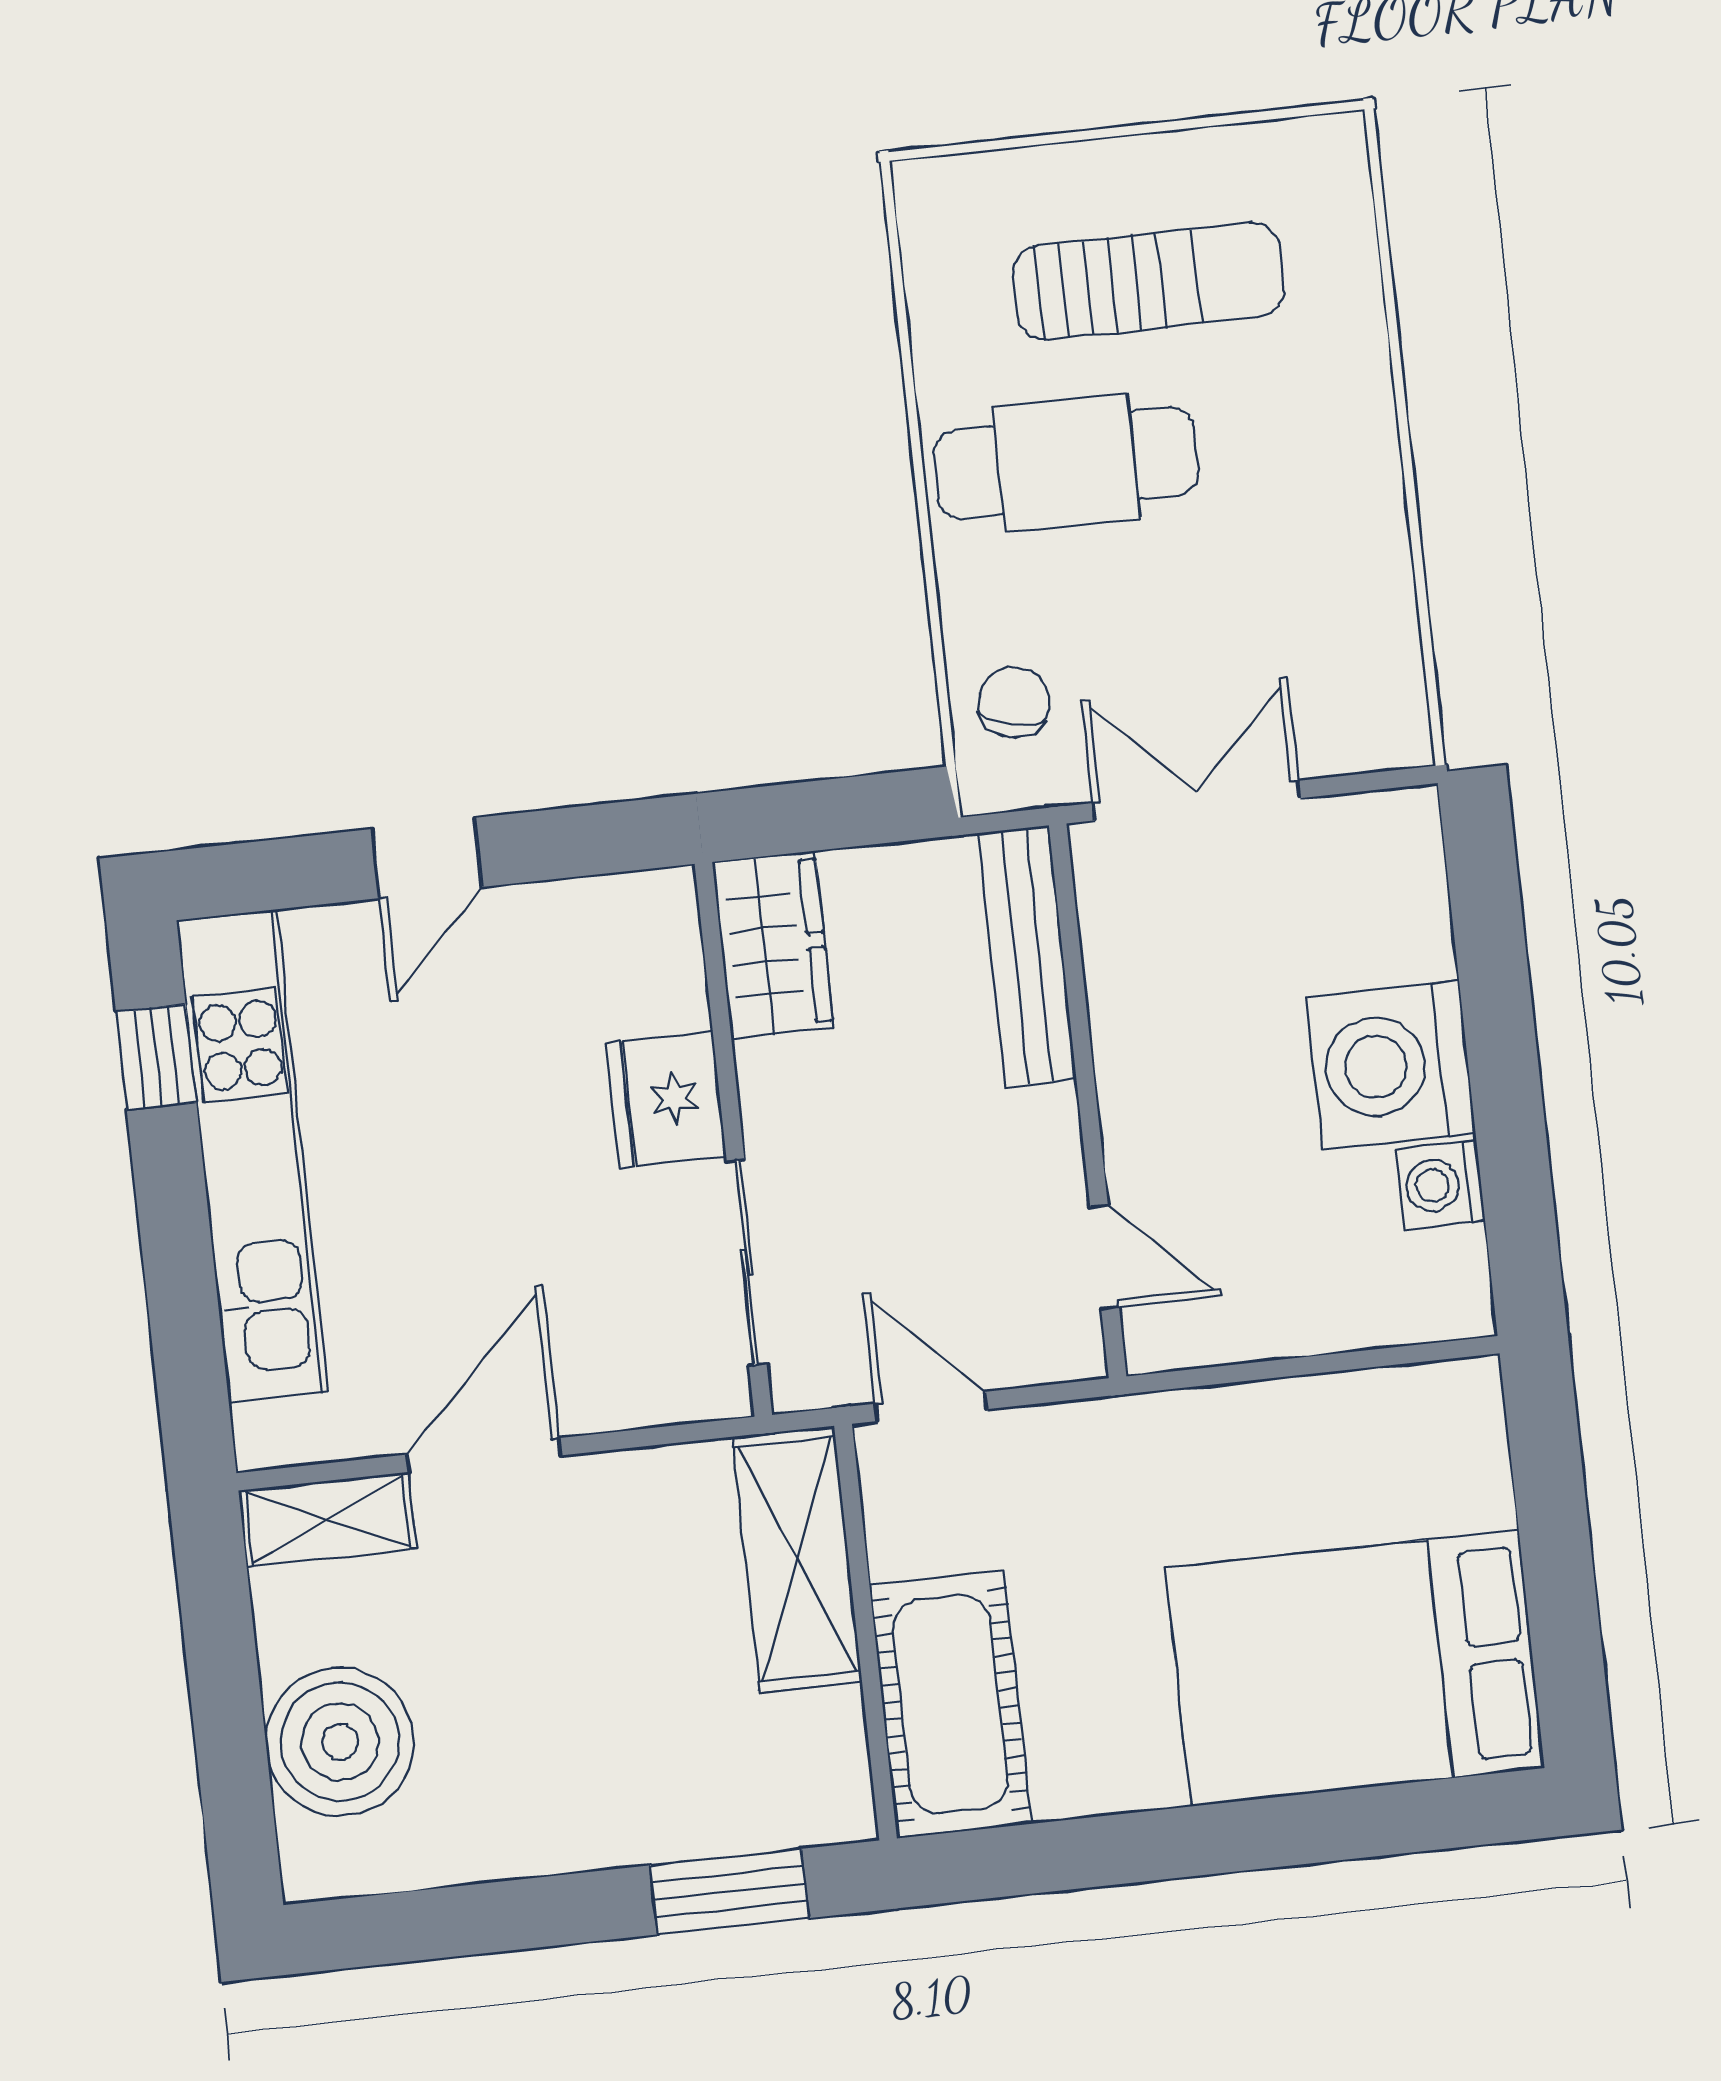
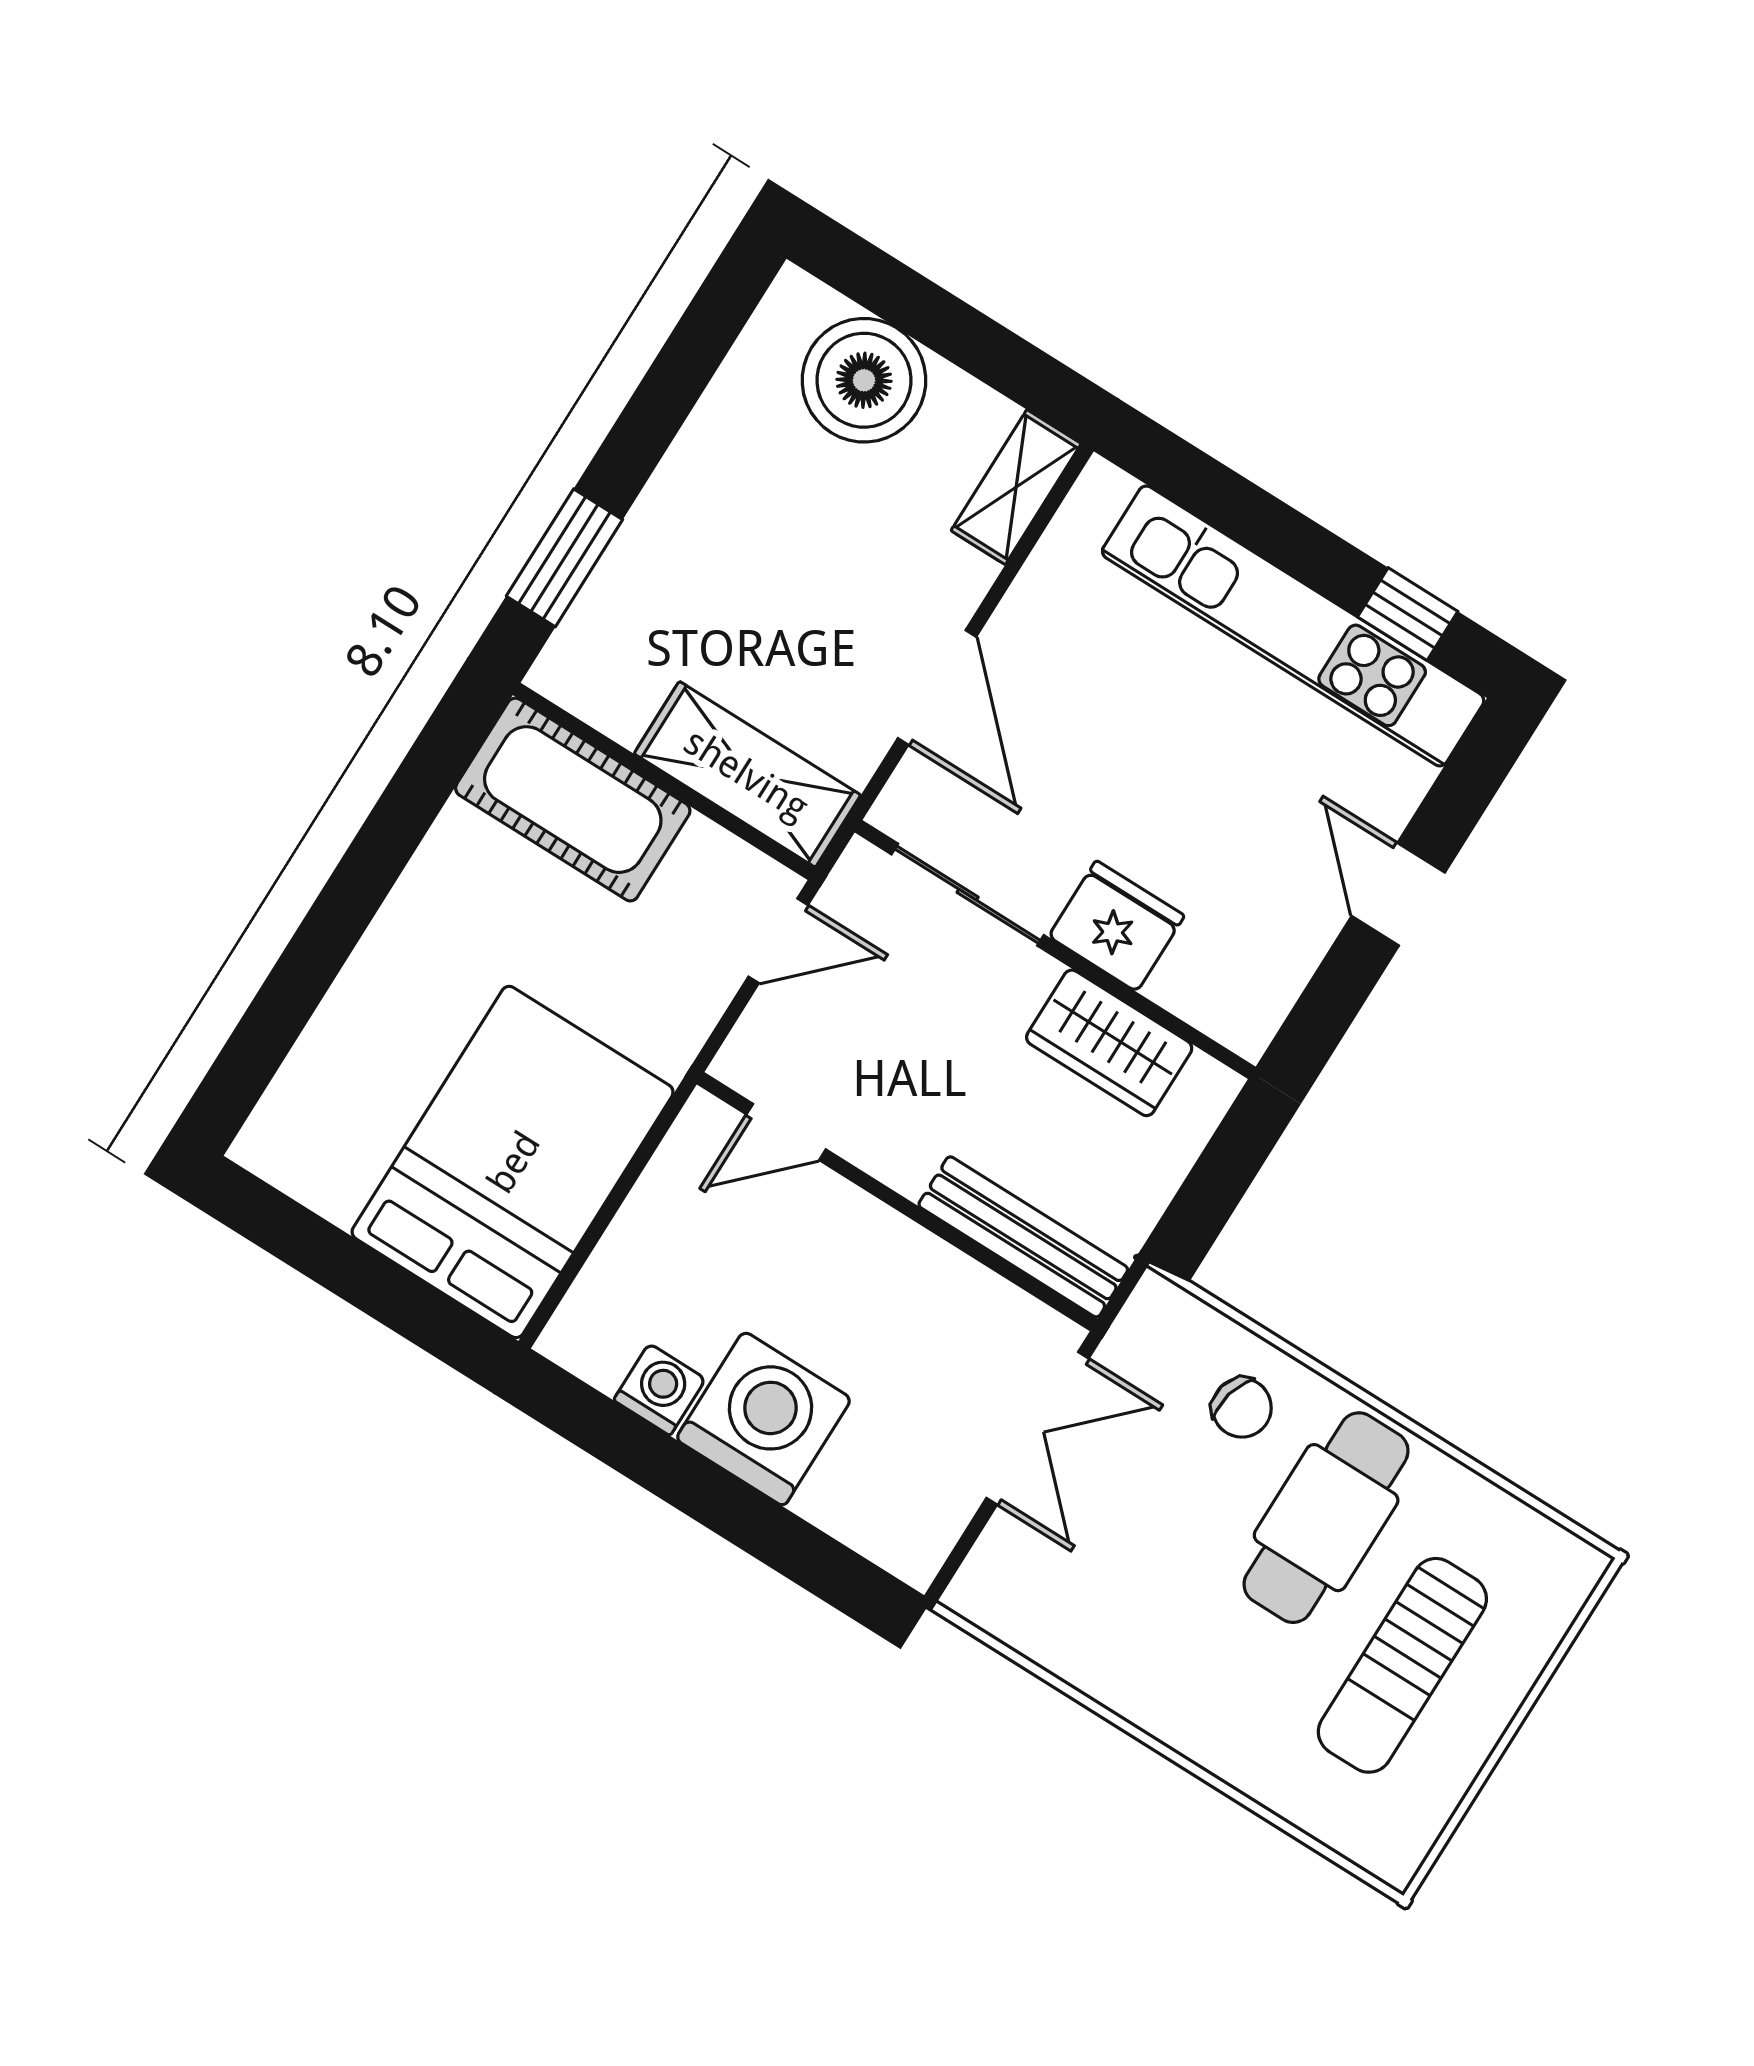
chair: (1014, 702) -> (1242, 1408), moved
wardrobe: (773, 945) -> (1109, 1043), moved
door: (484, 1455) -> (937, 687), moved
bed: (1355, 1668) -> (513, 1162), moved

